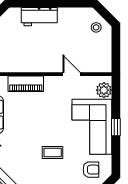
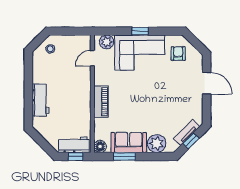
door: (71, 74) -> (92, 58), moved
piano: (26, 84) -> (101, 102), moved
coffee table: (53, 153) -> (163, 88), removed

